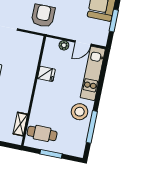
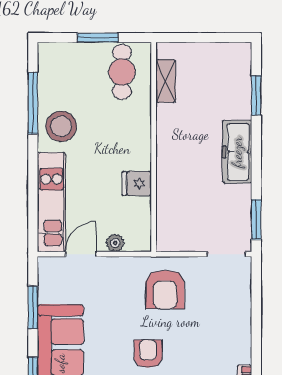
cafe table: (42, 133) -> (122, 72), turned 90

